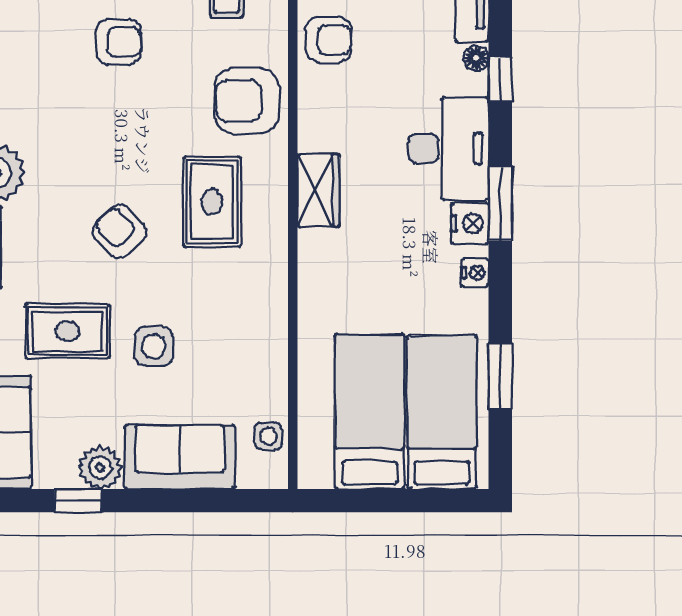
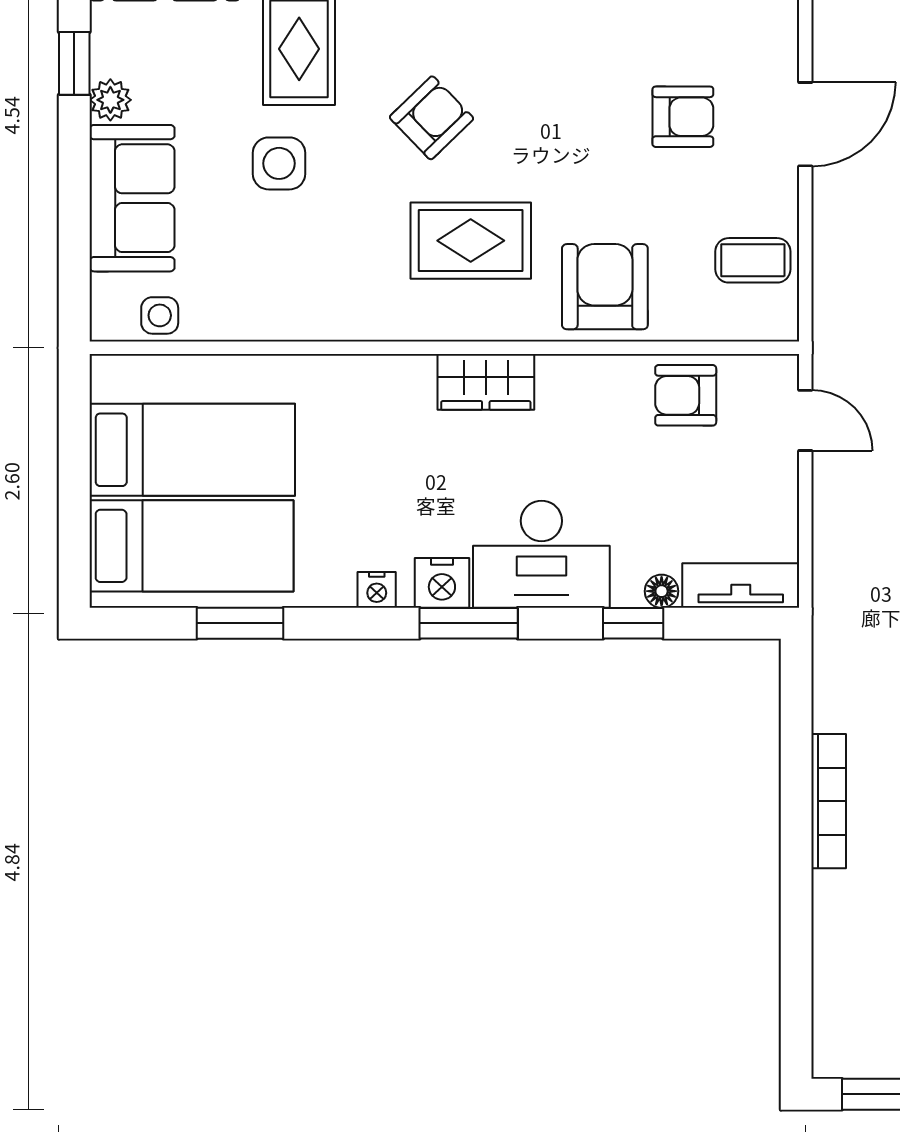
armchair: (329, 40) -> (686, 395), turned 90
armchair: (119, 42) -> (683, 117), turned -90
plant: (100, 468) -> (110, 100), width x0.73, depth x0.73

